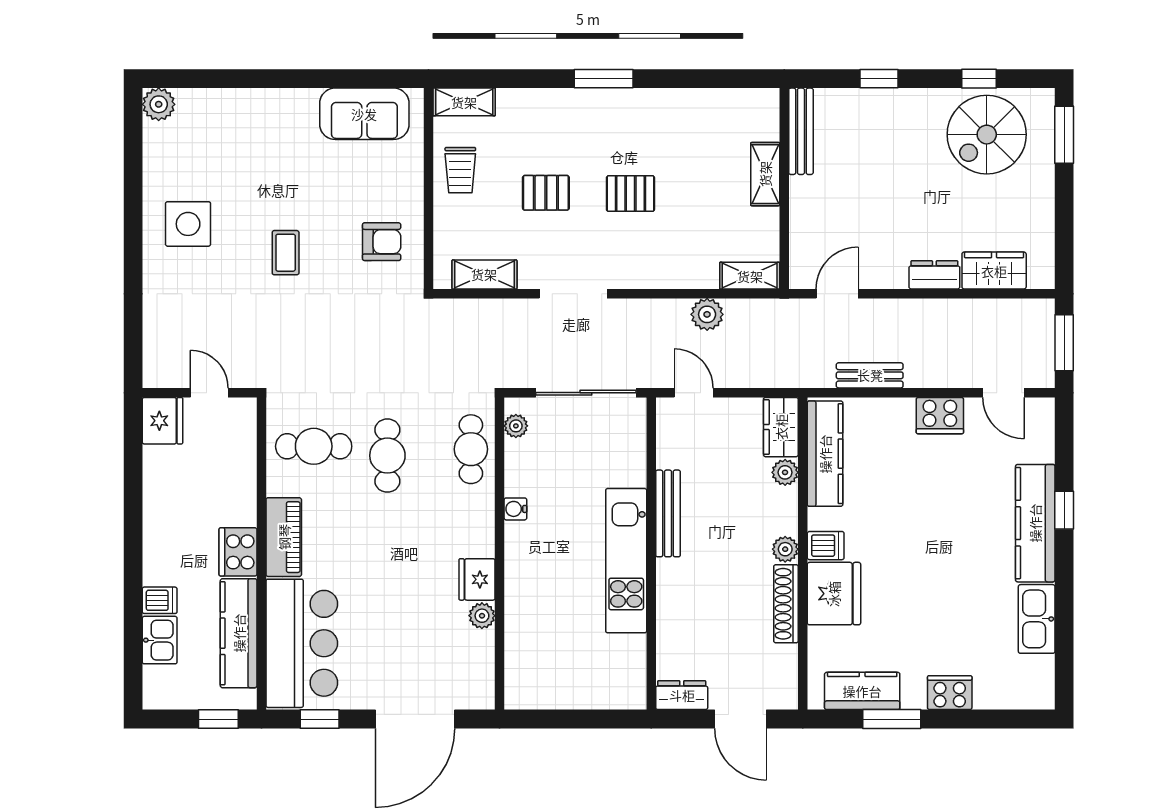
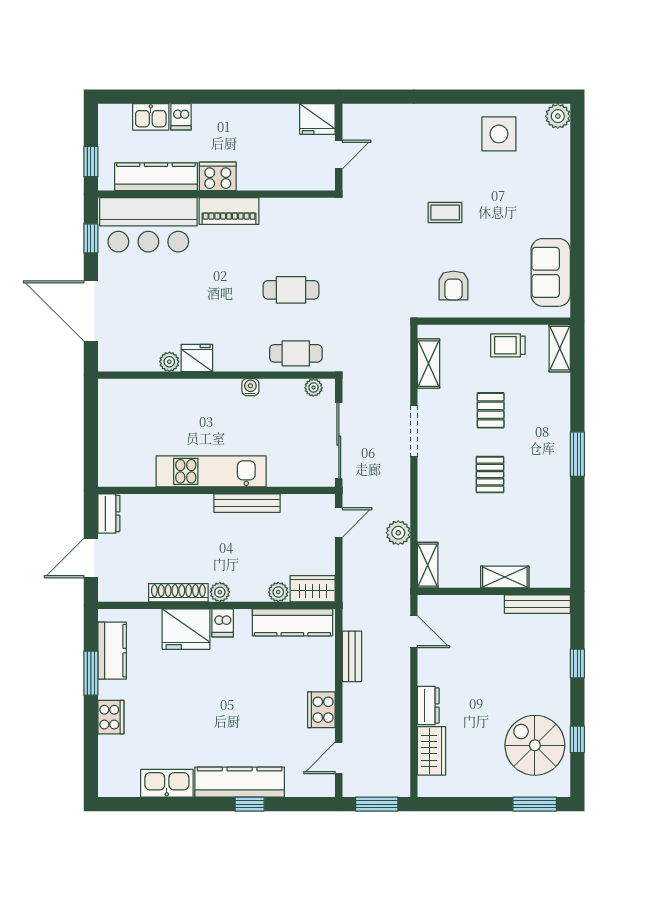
side table: (188, 224) -> (499, 134), moved
cafe table: (314, 446) -> (298, 234), removed

